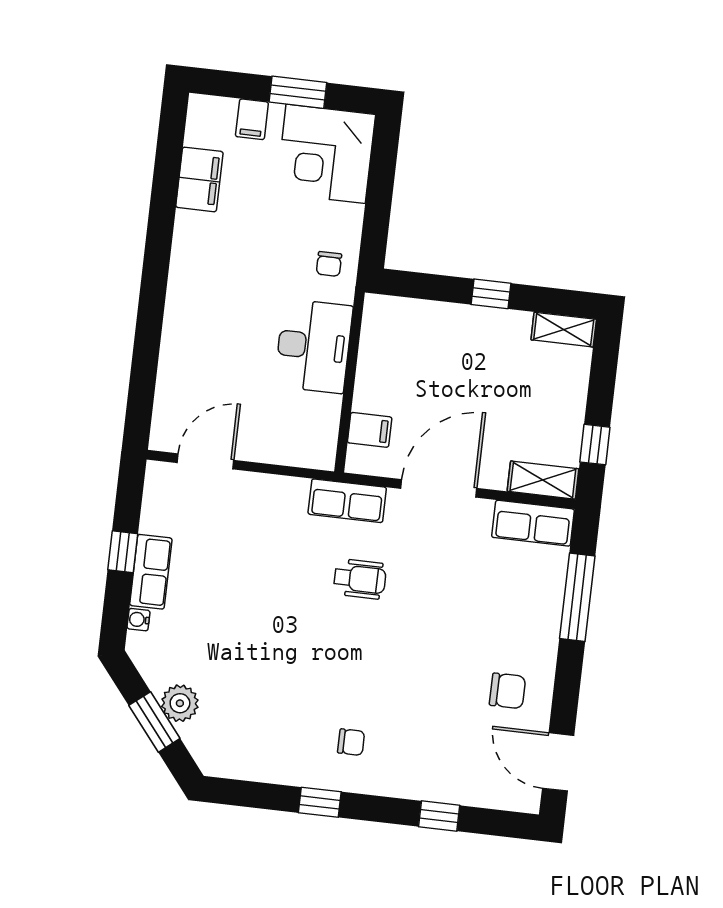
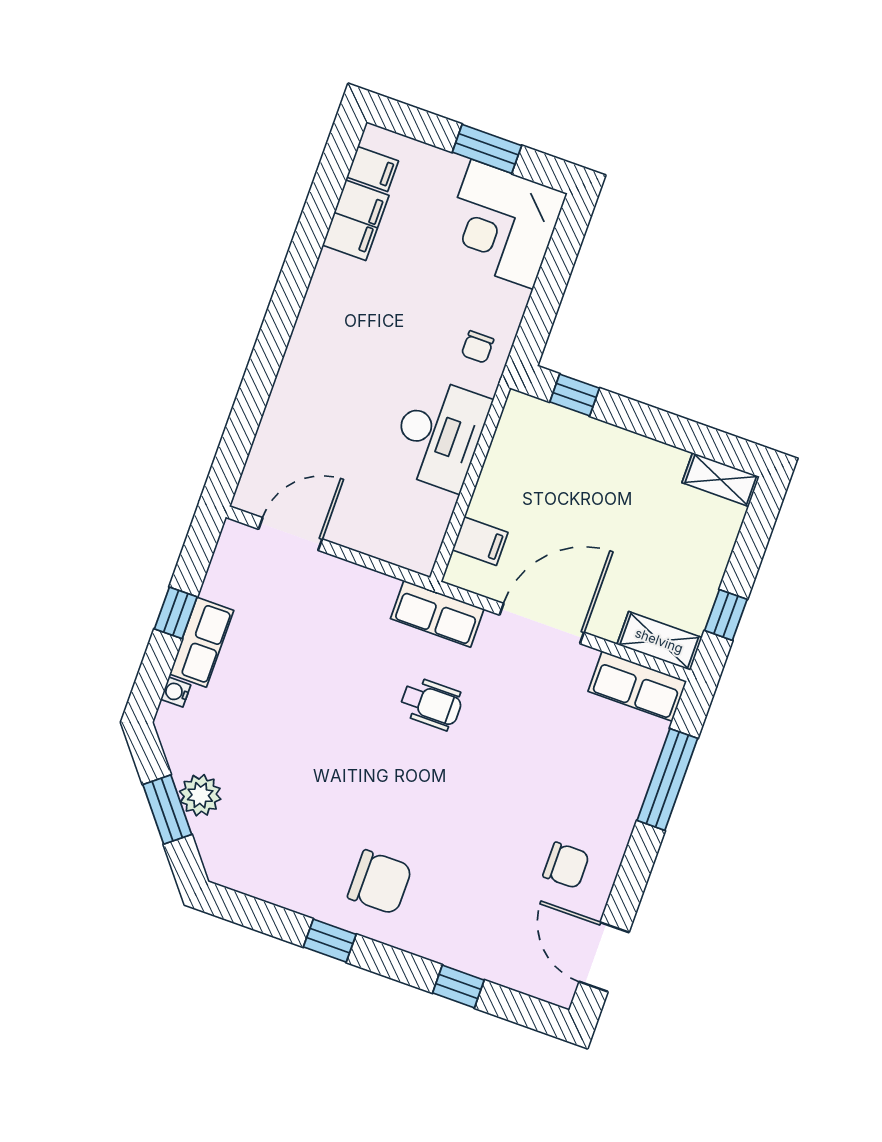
filing cabinet: (252, 119) -> (373, 169), moved, turned -90
window: (491, 294) -> (575, 395), moved
chair: (351, 742) -> (380, 882), width x1.87, depth x1.87

